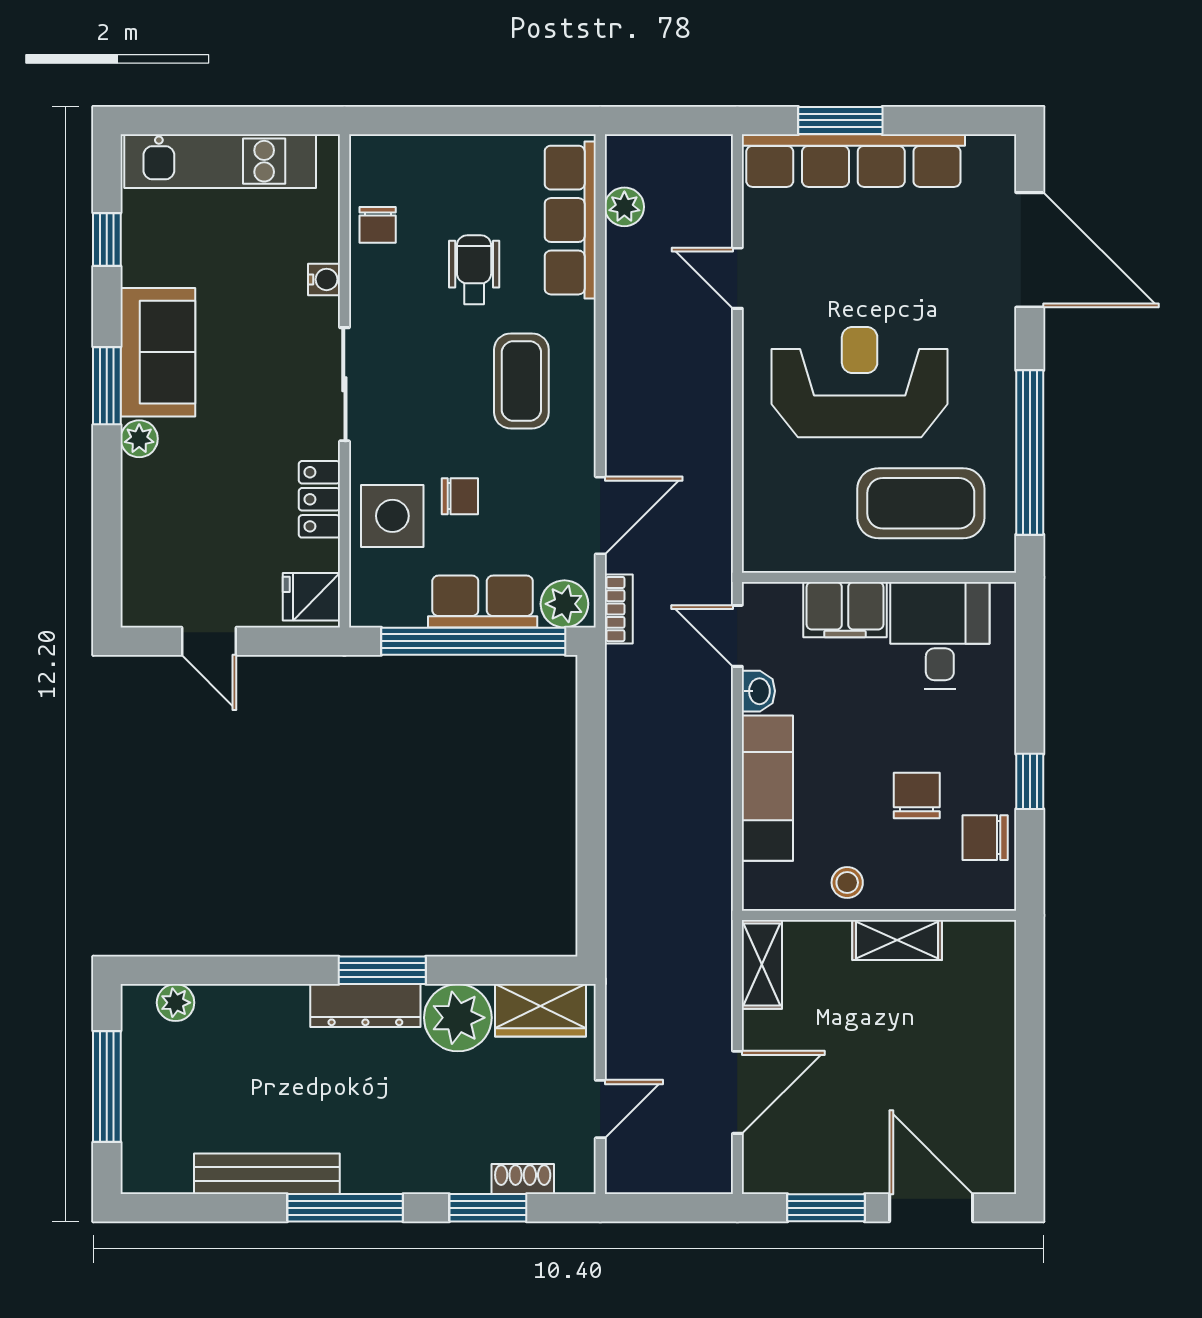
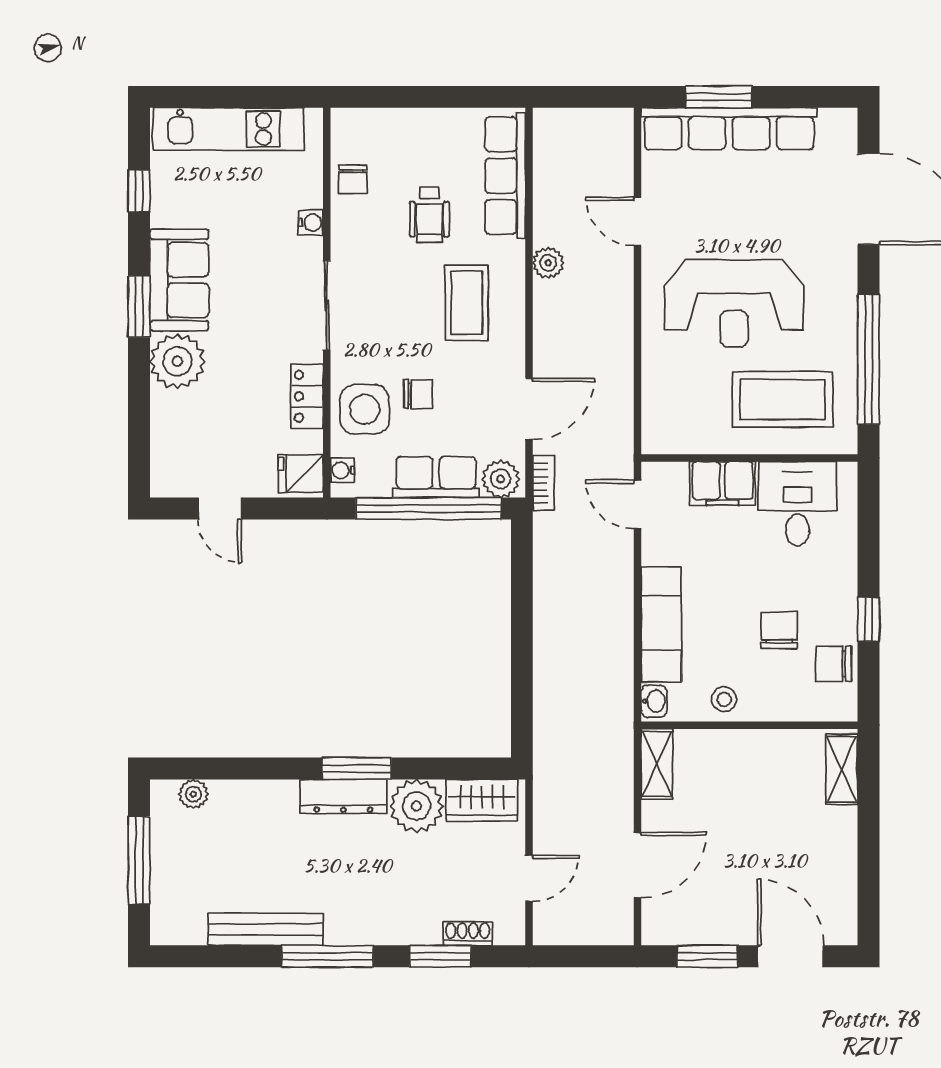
plant: (624, 207) -> (548, 263), moved
wheelchair: (474, 270) -> (429, 215), turned 180
reception desk: (860, 382) -> (734, 304), turned 180
plant: (139, 439) -> (177, 361), width x1.88, depth x1.88
water cooler: (364, 593) -> (343, 470), added
washbasin: (758, 691) -> (654, 701), moved
shelving: (897, 940) -> (842, 769), moved, turned 90

